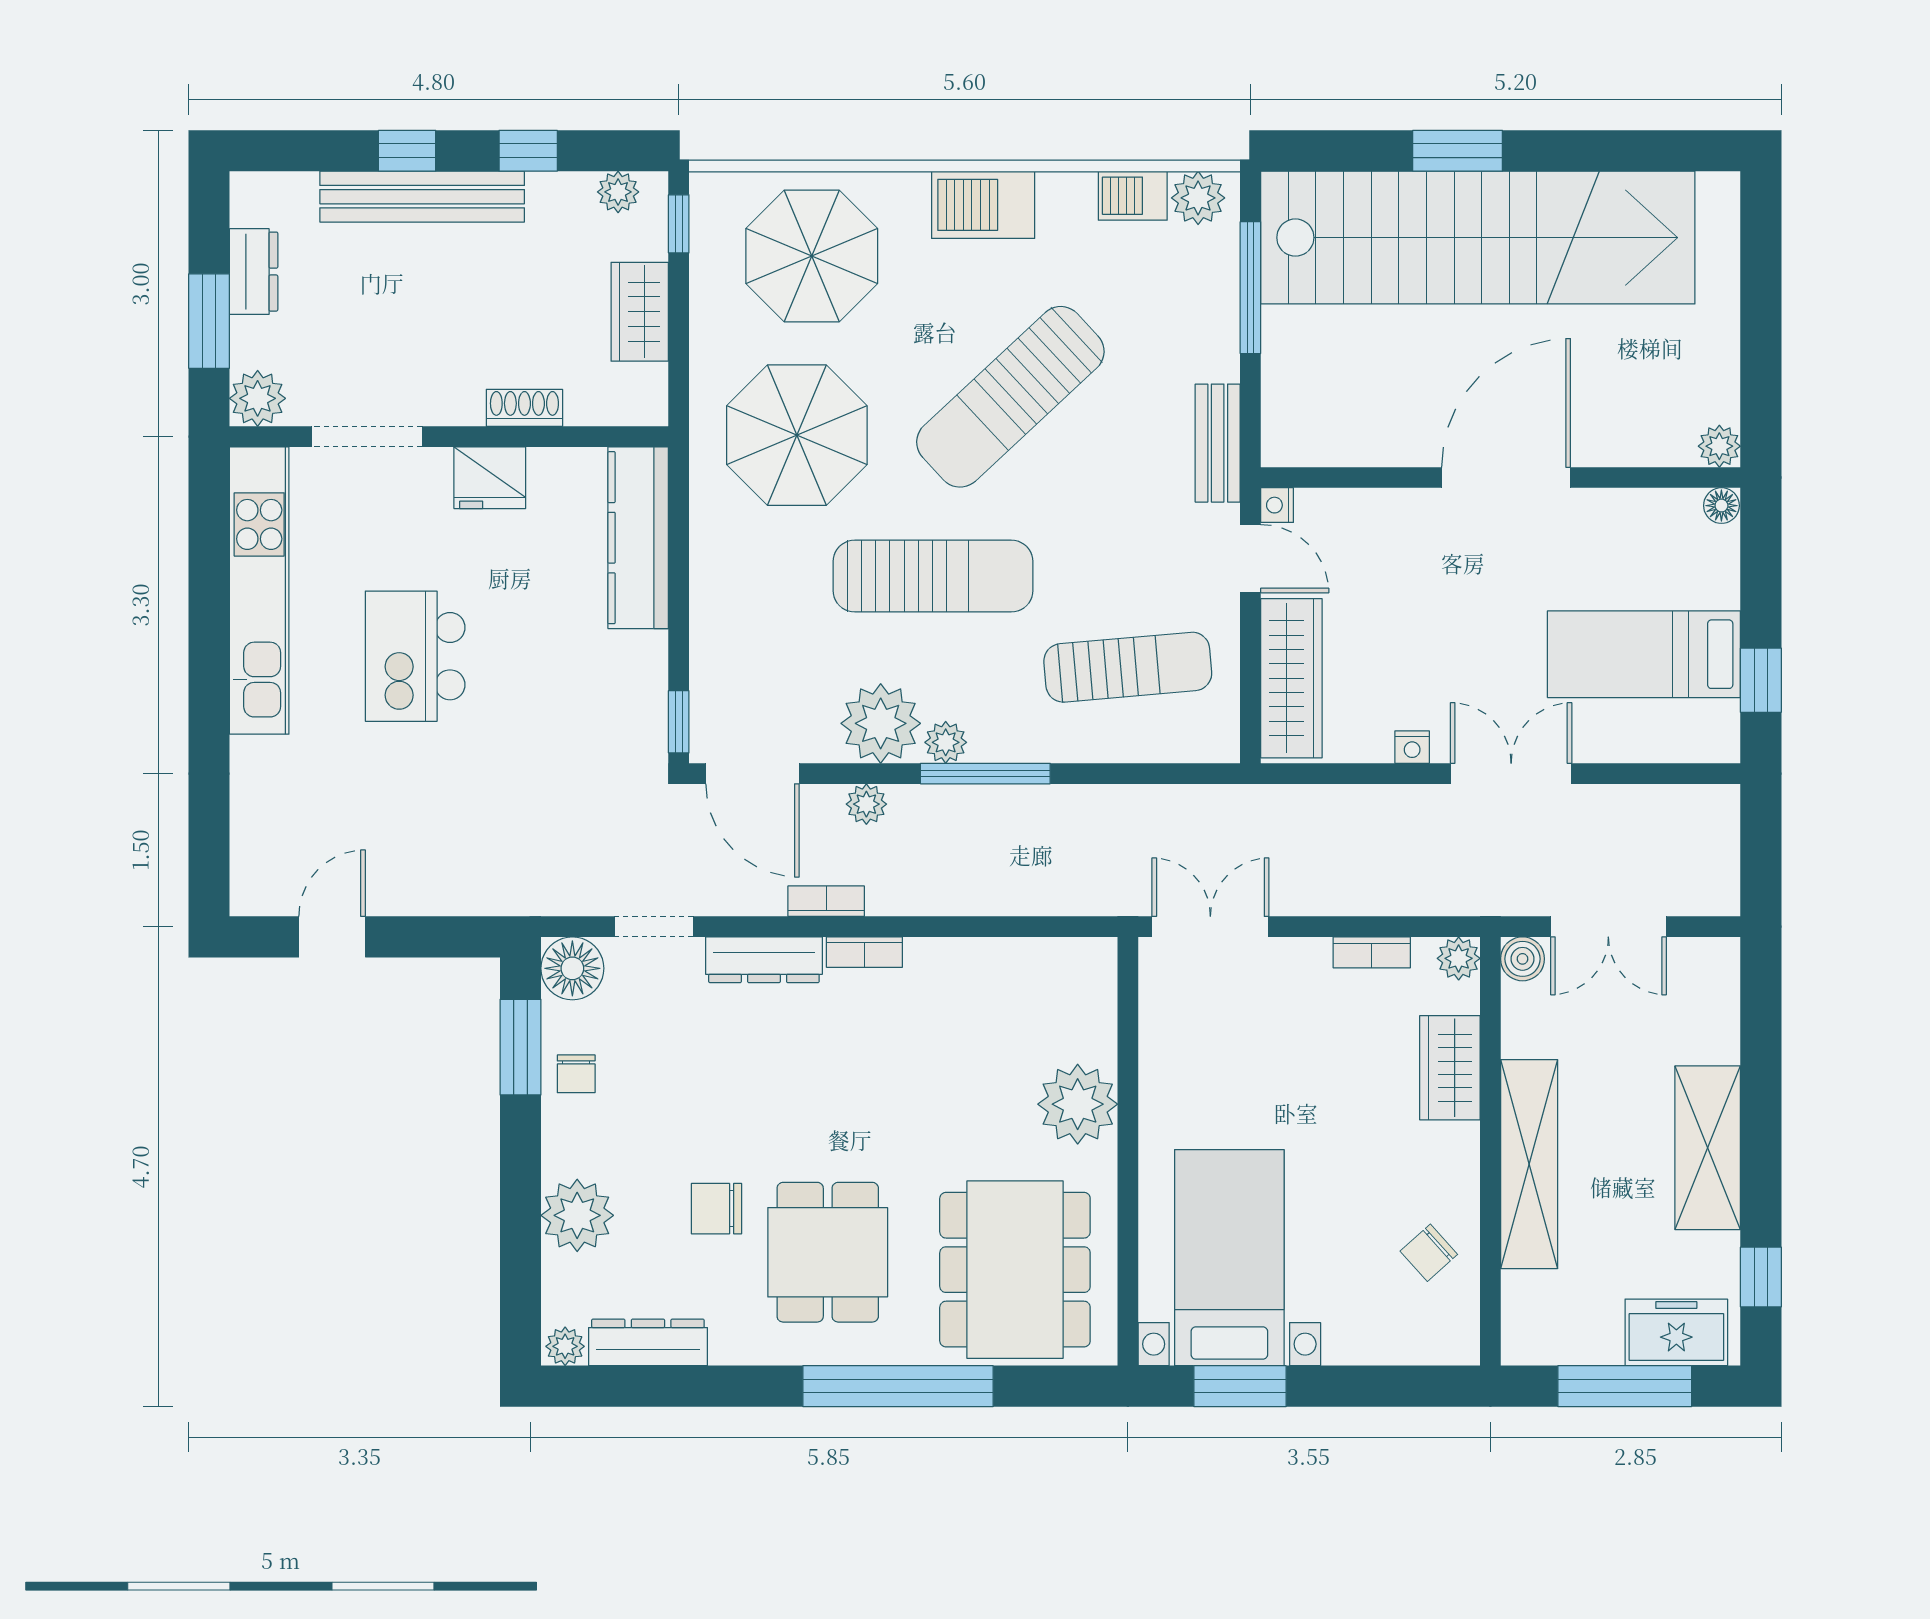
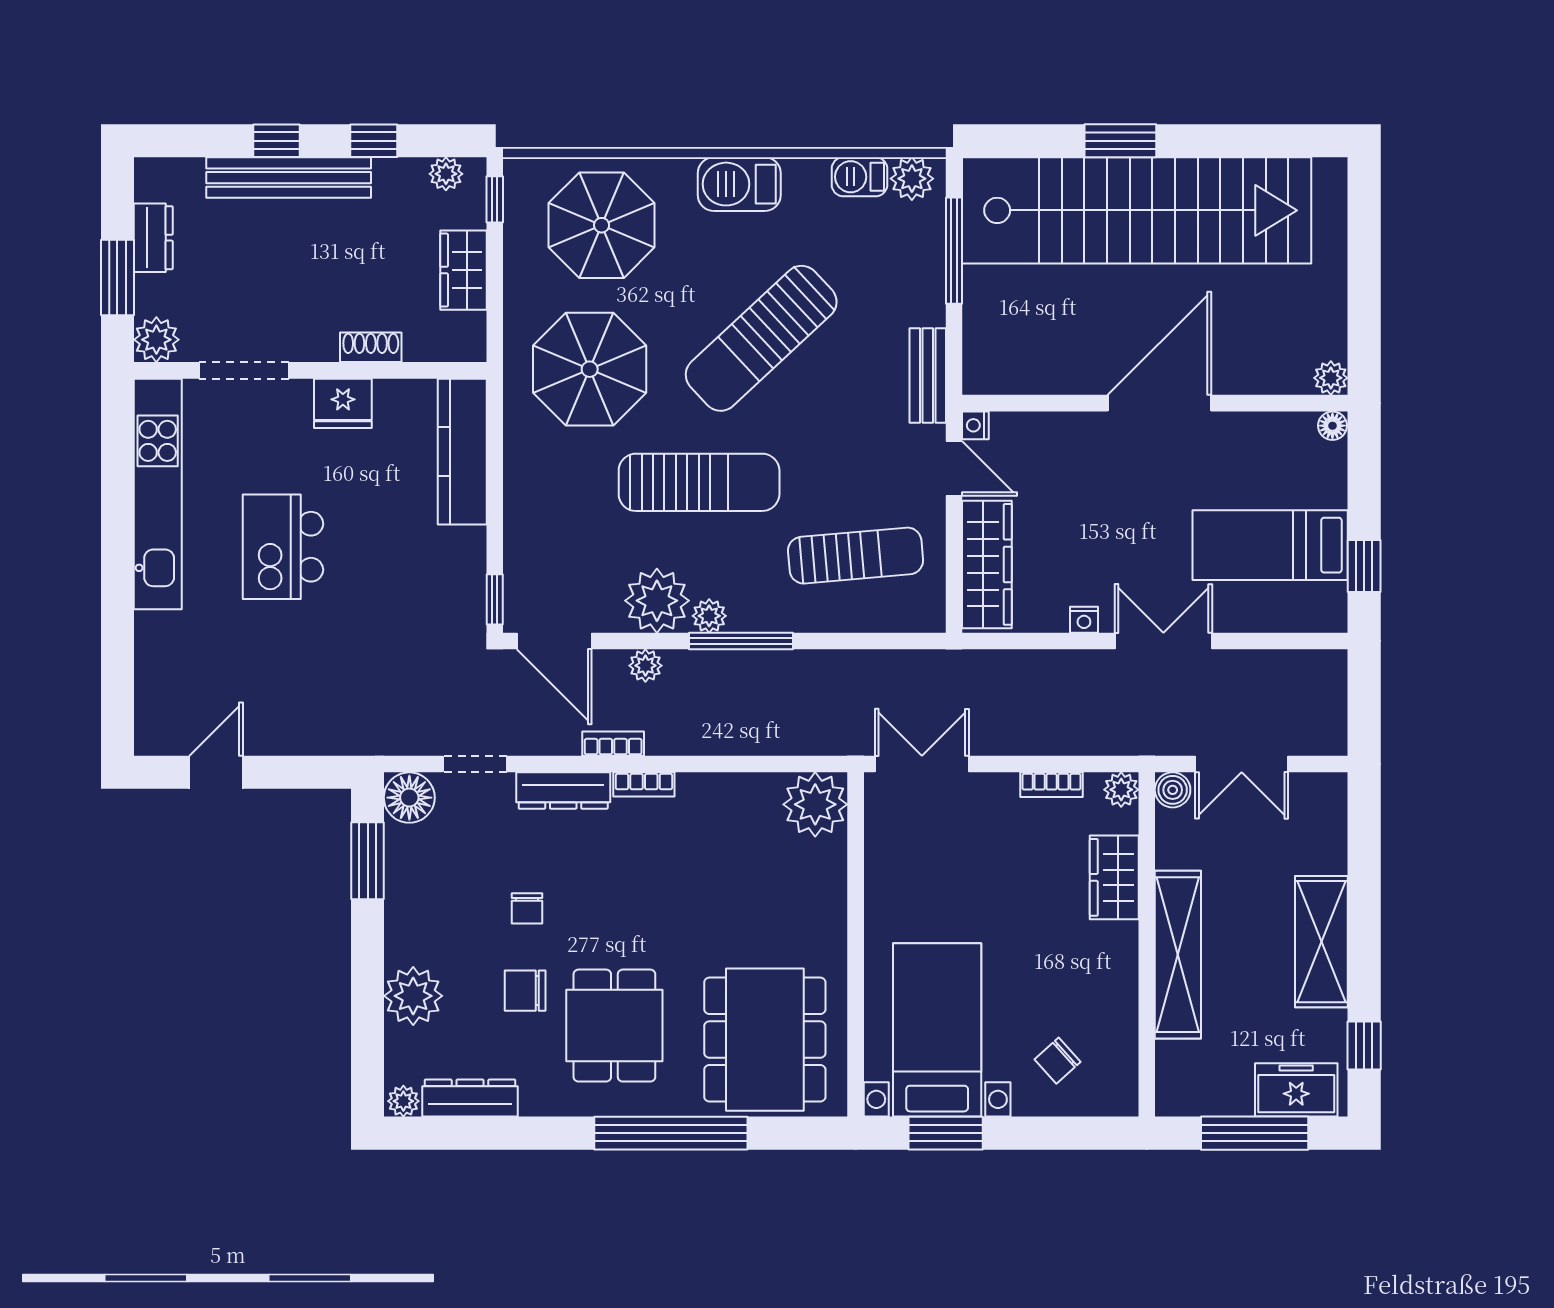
chair: (576, 1074) -> (527, 908), moved
plant: (1078, 1104) -> (815, 804), moved
chair: (1429, 1253) -> (1057, 1061), moved

